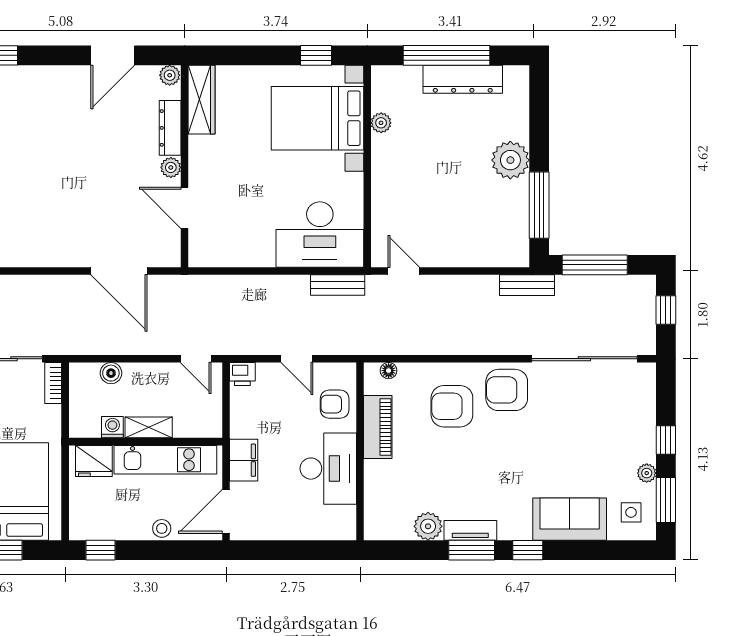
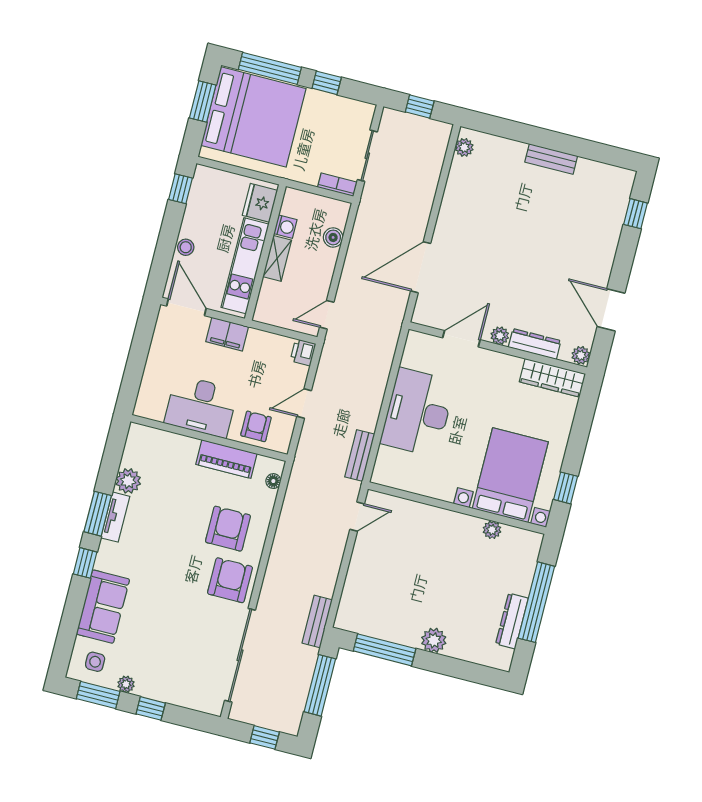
dresser: (463, 79) -> (512, 621), width x0.73, depth x0.80
plant: (510, 160) -> (434, 640), width x0.73, depth x0.73
desk: (320, 235) -> (418, 412), moved

